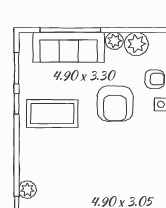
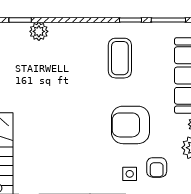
coffee table: (52, 114) -> (120, 58), width x0.73, depth x0.76

